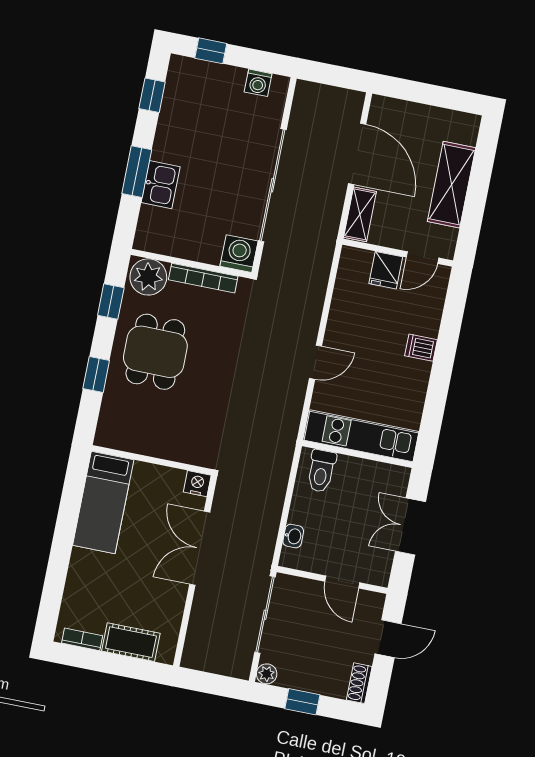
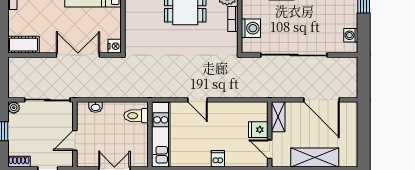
door: (357, 154) -> (322, 100), hinge flipped
shelving: (360, 214) -> (278, 117), moved, turned 90
washing machine: (239, 254) -> (251, 28), moved
bookcase: (203, 278) -> (233, 19), width x0.64
cot: (131, 642) -> (24, 45), moved, turned 90

